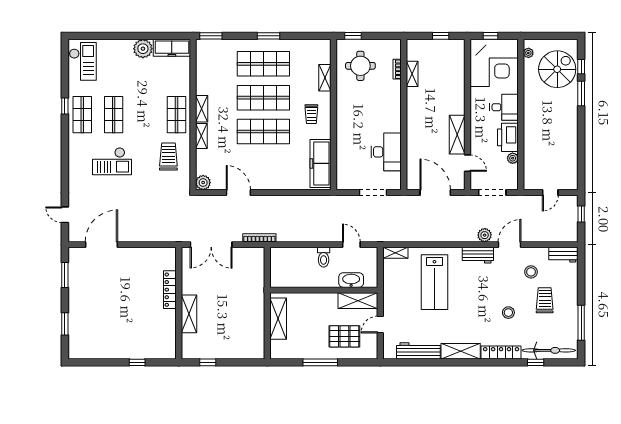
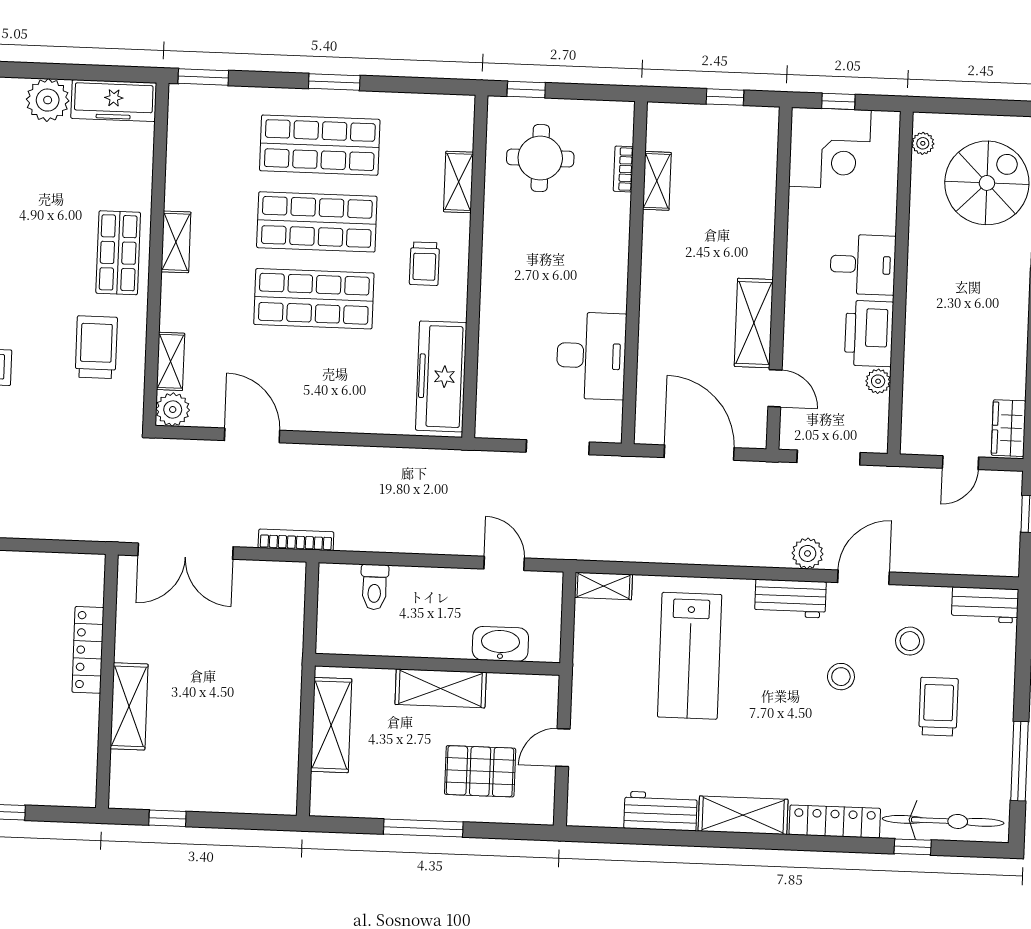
corner desk: (494, 63) -> (830, 148), width x0.74, depth x0.74
shelving: (201, 136) -> (171, 361), moved
wardrobe: (571, 177) -> (1009, 428), added
toilet: (324, 257) -> (374, 587), moved
shelving: (358, 301) -> (441, 688), moved
stool: (508, 313) -> (841, 677), moved
workbench: (418, 351) -> (661, 811), width x0.73

